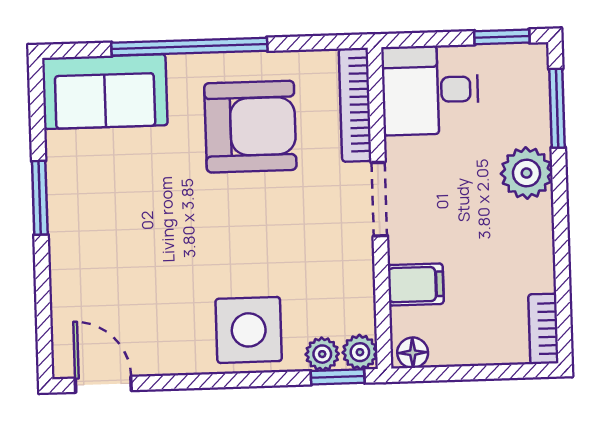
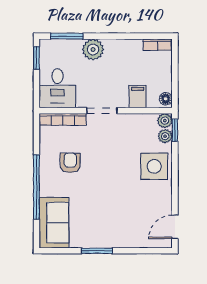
armchair: (250, 127) -> (70, 163), width x0.53, depth x0.53

